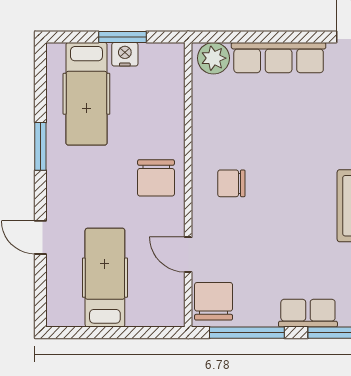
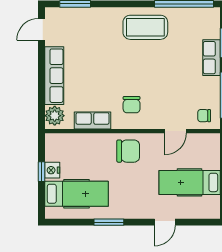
window: (122, 37) -> (42, 172), width x0.67
row of seats: (206, 120) -> (93, 121), added
chair: (214, 301) -> (204, 116), width x0.54, depth x0.54

